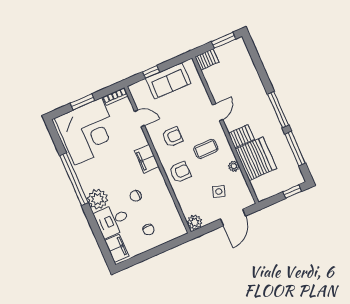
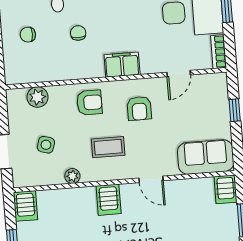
sofa: (168, 81) -> (206, 157), moved, turned 90
coffee table: (206, 149) -> (108, 147), turned 90
server rack: (256, 159) -> (25, 206), moved, width x0.46, depth x0.70
armchair: (180, 172) -> (89, 103), turned -90
plant: (195, 222) -> (37, 97), moved

